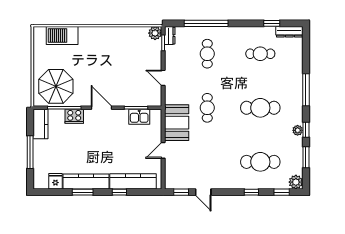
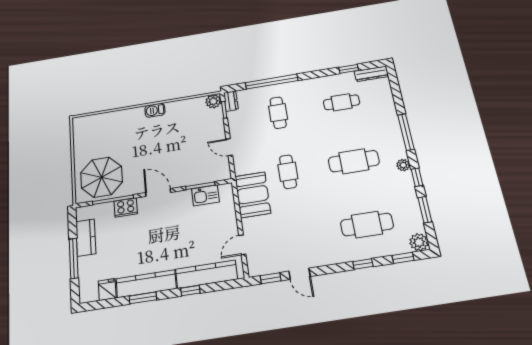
barbecue: (62, 36) -> (155, 110), moved, width x0.53, depth x0.65
kitchen counter: (41, 124) -> (86, 238), moved
plant: (298, 130) -> (403, 165), moved
door: (163, 150) -> (242, 245), moved

